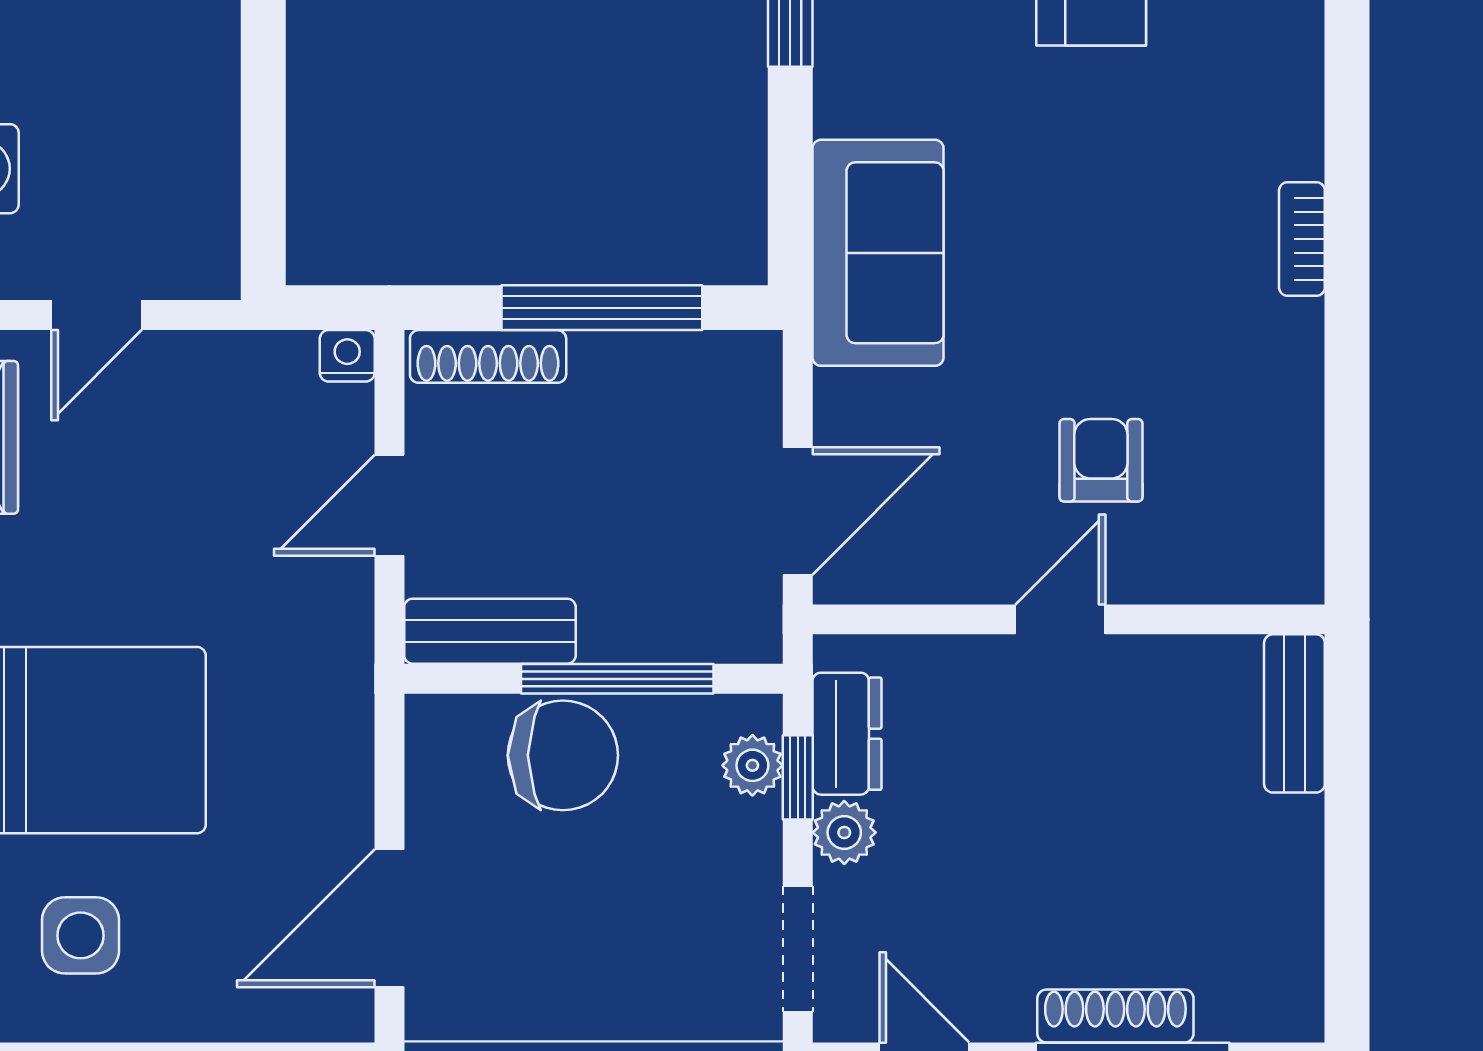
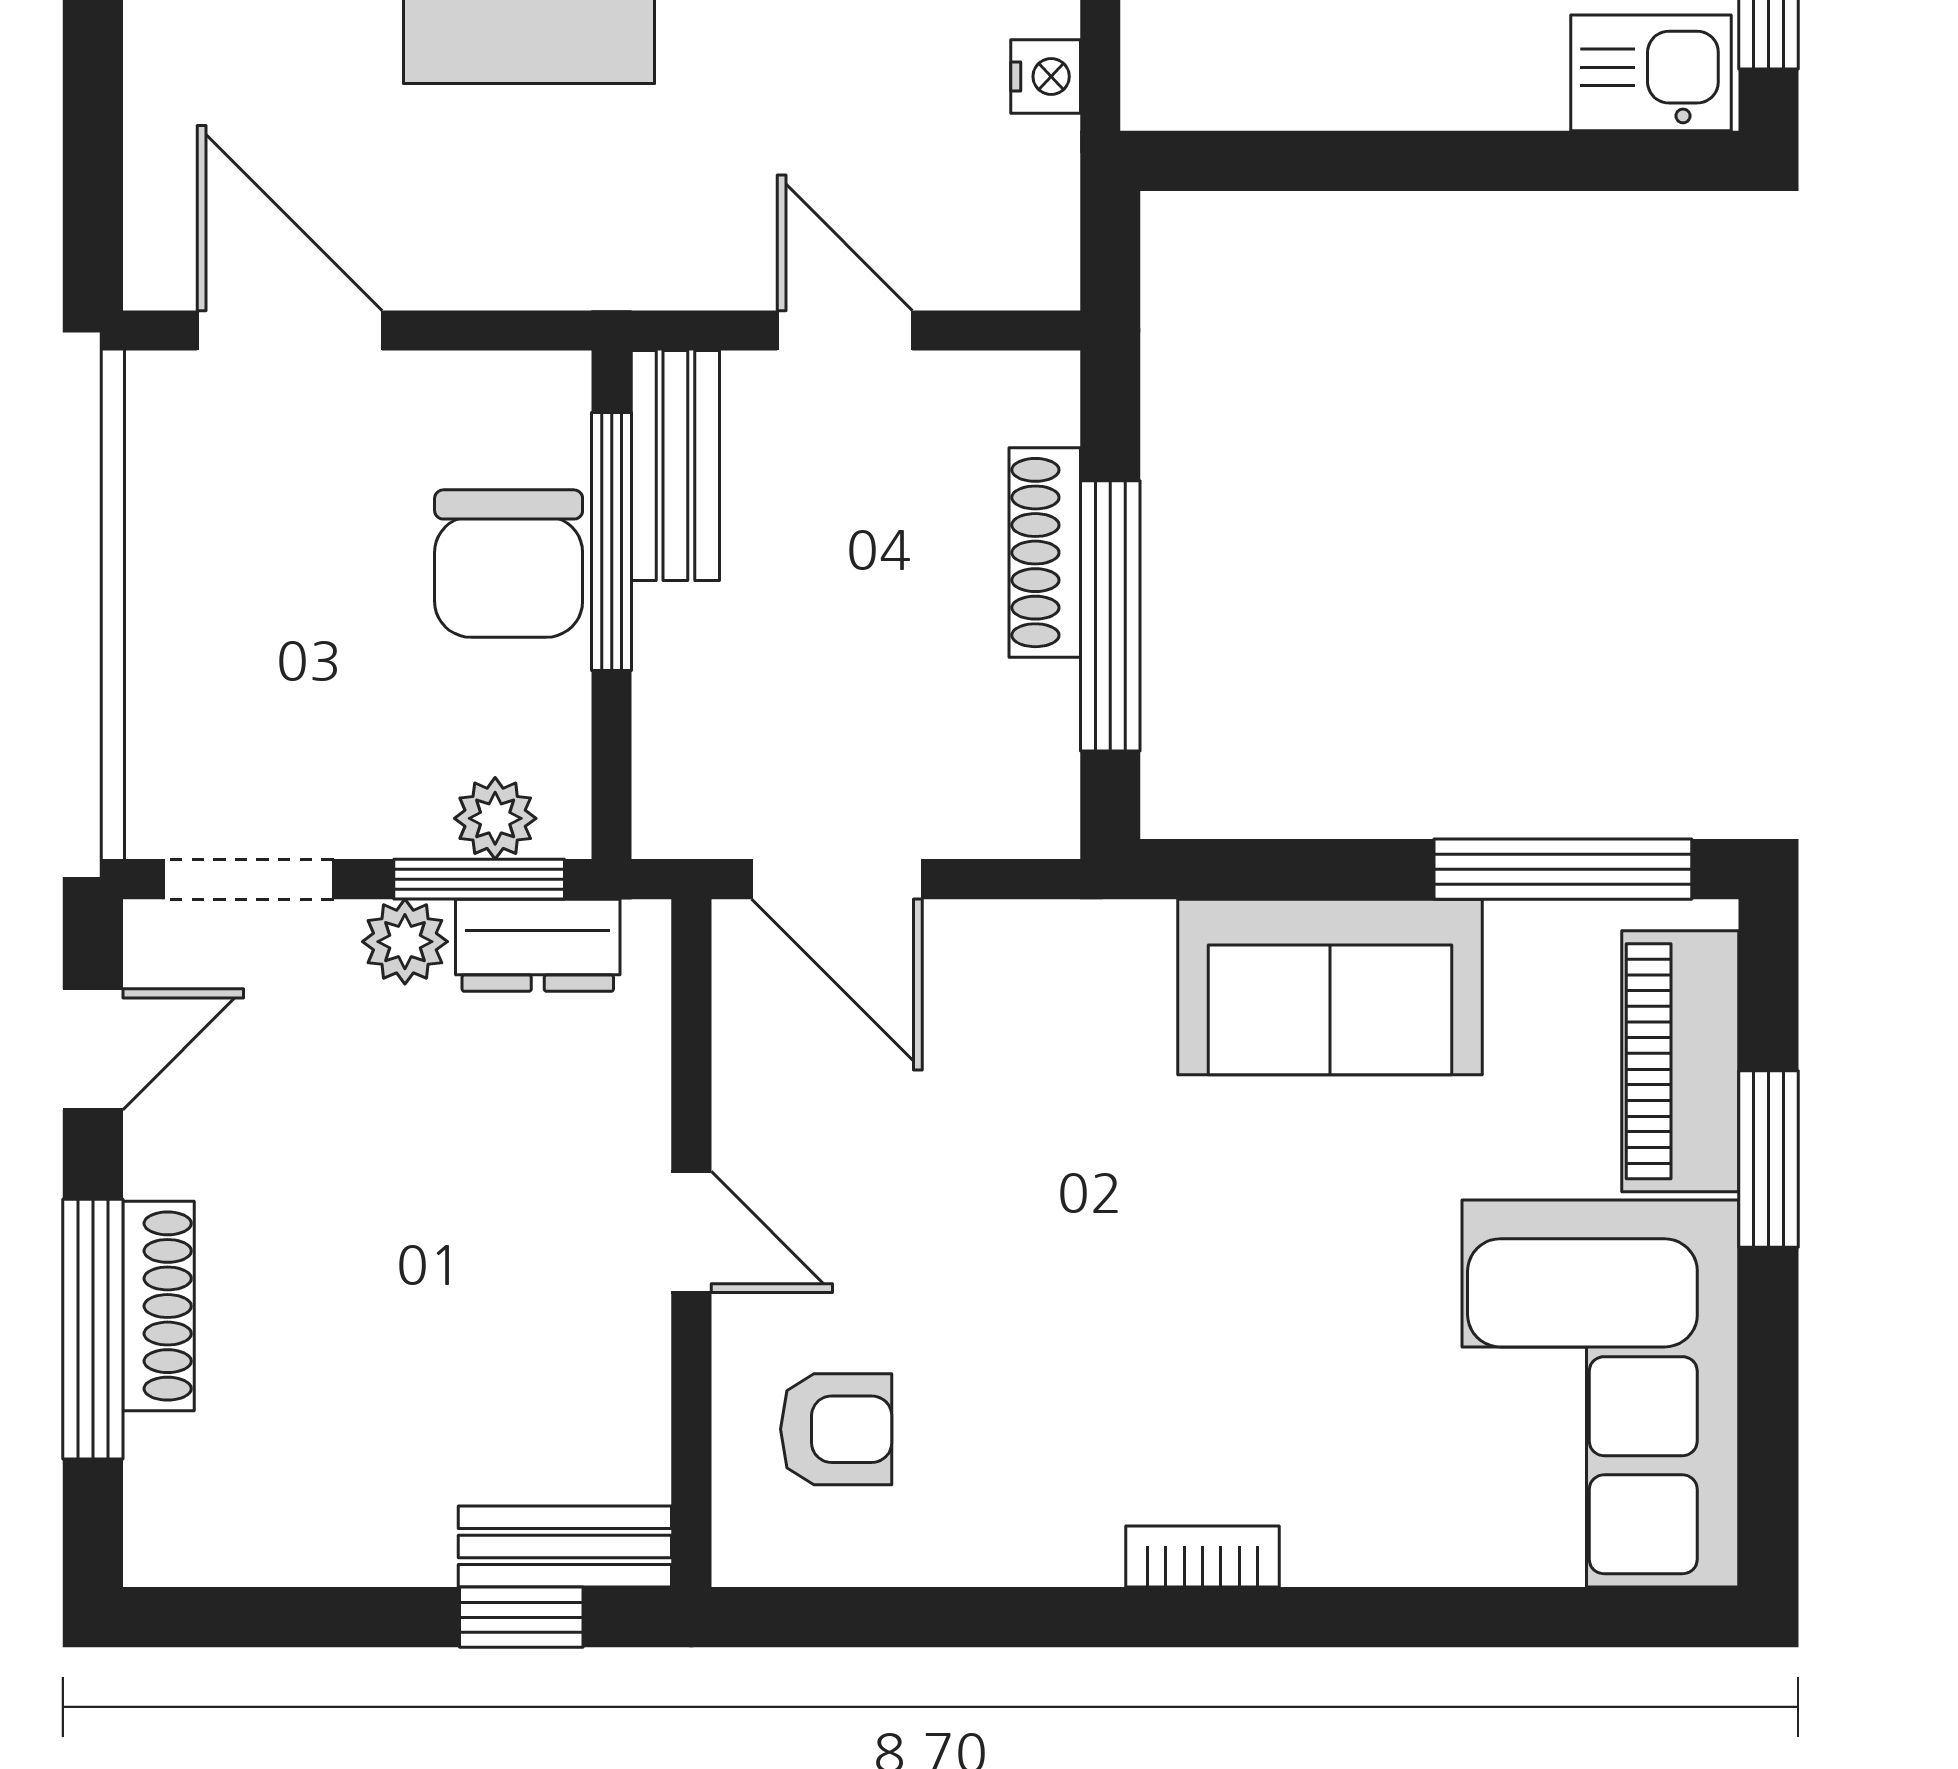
sofa: (878, 253) -> (1330, 987), moved
nightstand: (347, 356) -> (1046, 77), moved
shoe rack: (488, 356) -> (1045, 553), moved
armchair: (1101, 460) -> (836, 1429), moved
window: (617, 679) -> (612, 542), moved
window: (1347, 746) -> (521, 1617), added
window: (798, 777) -> (479, 879), width x1.50

